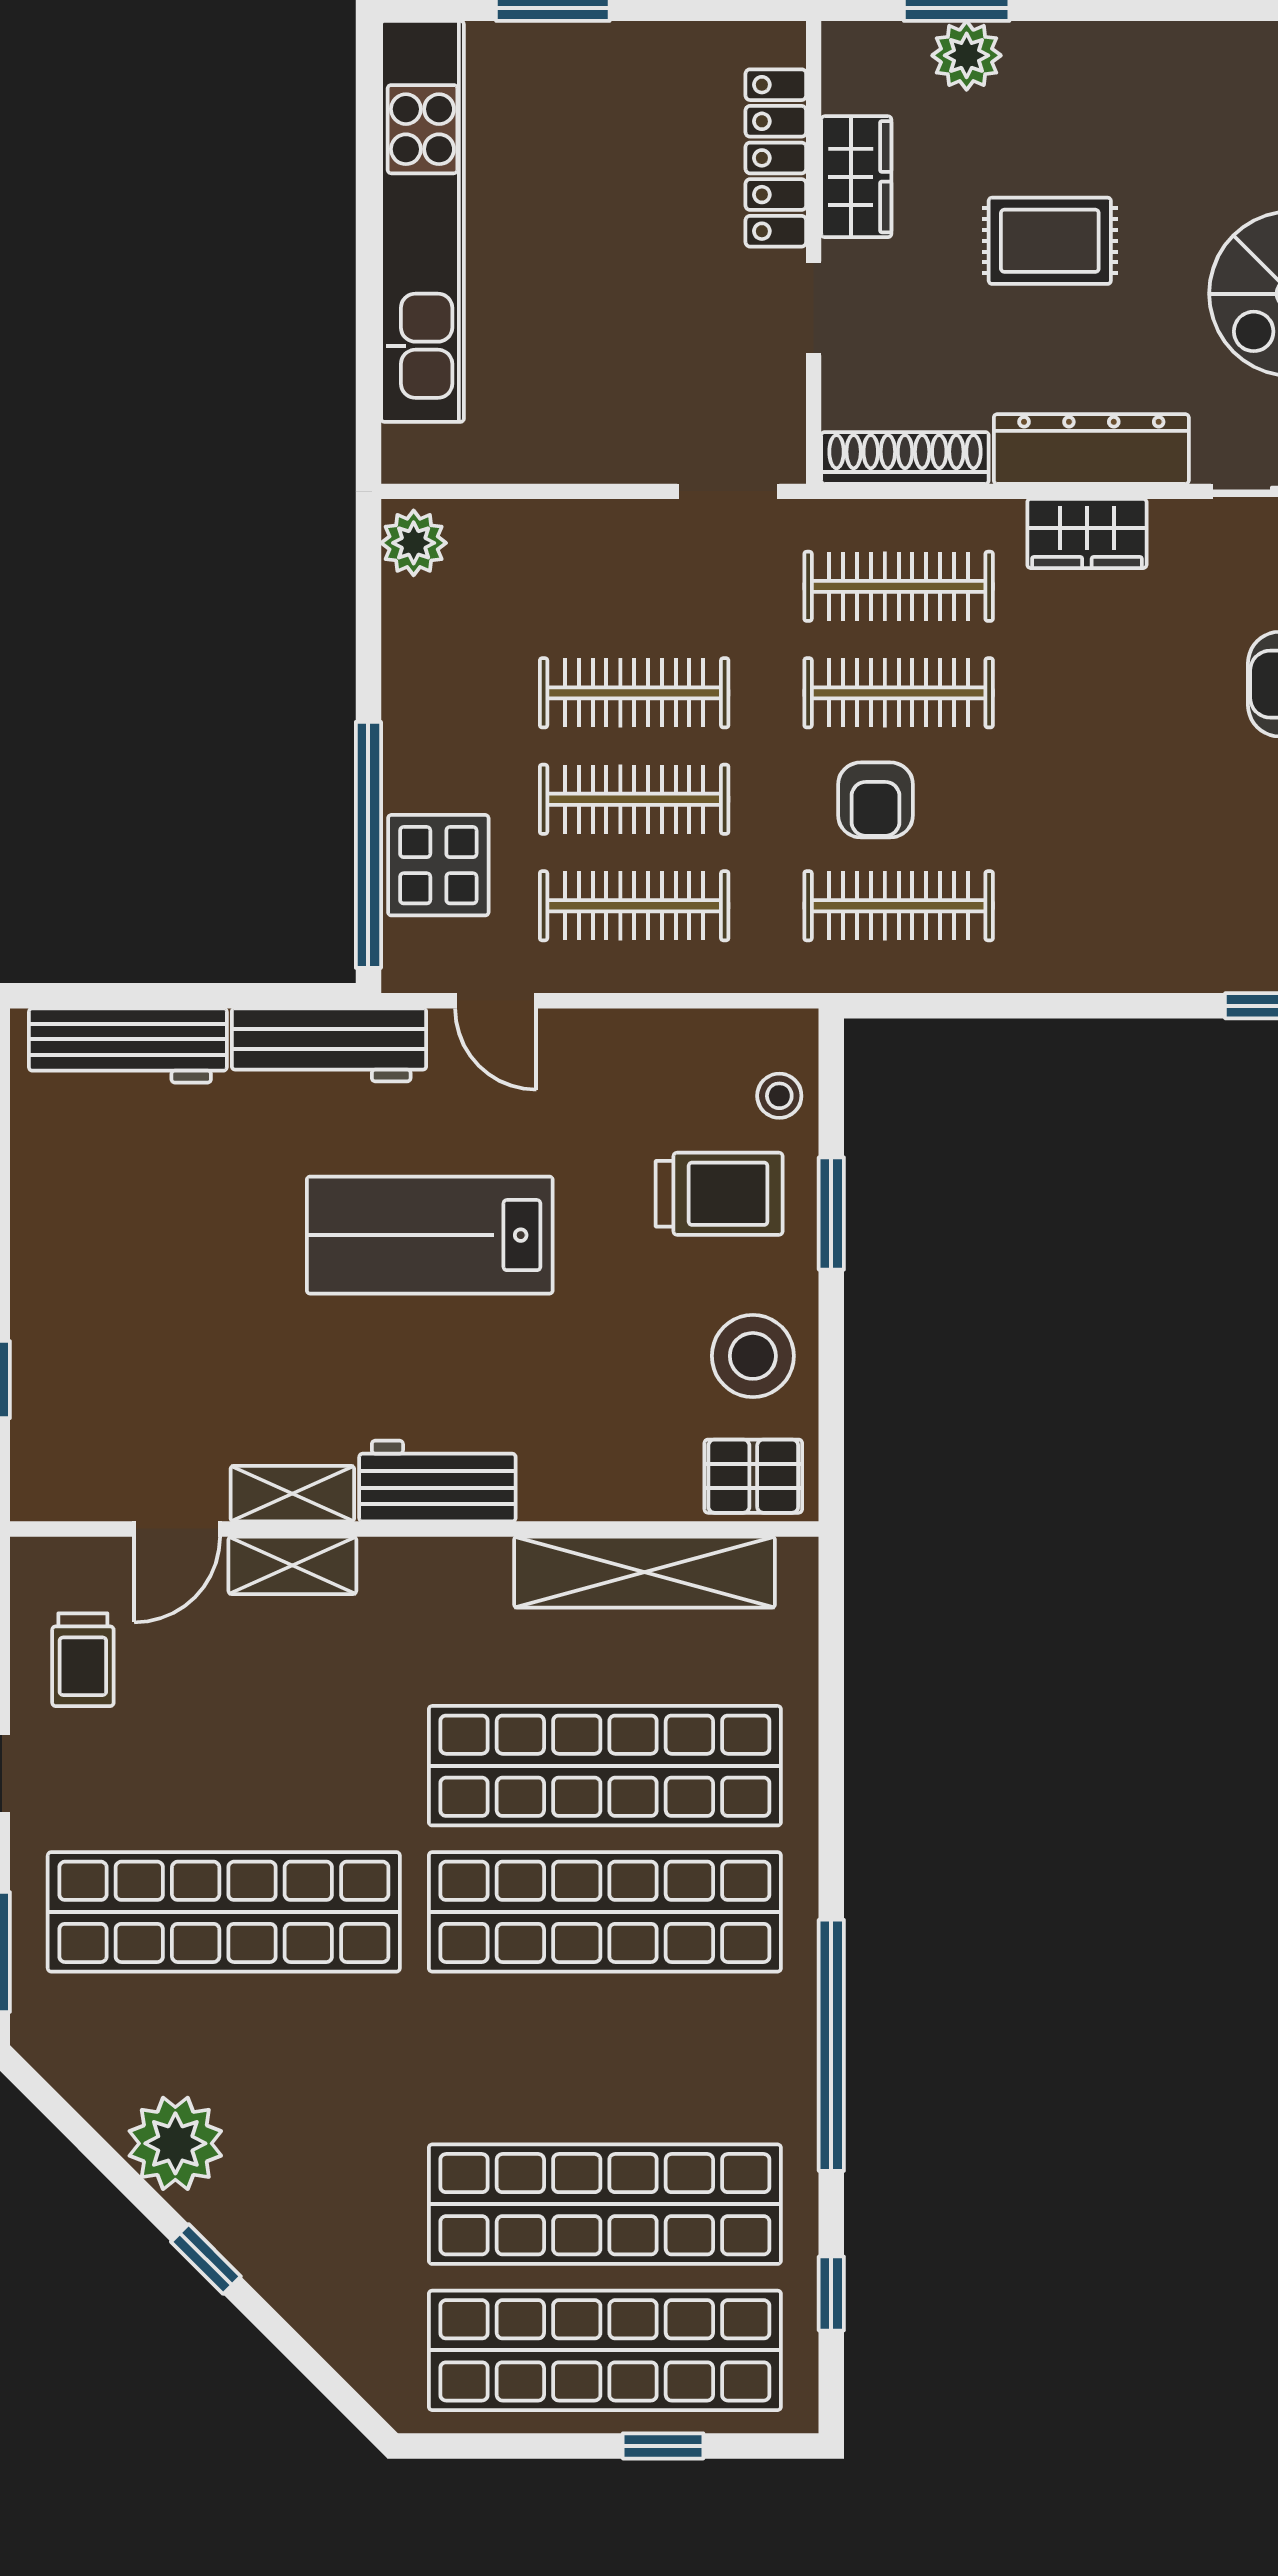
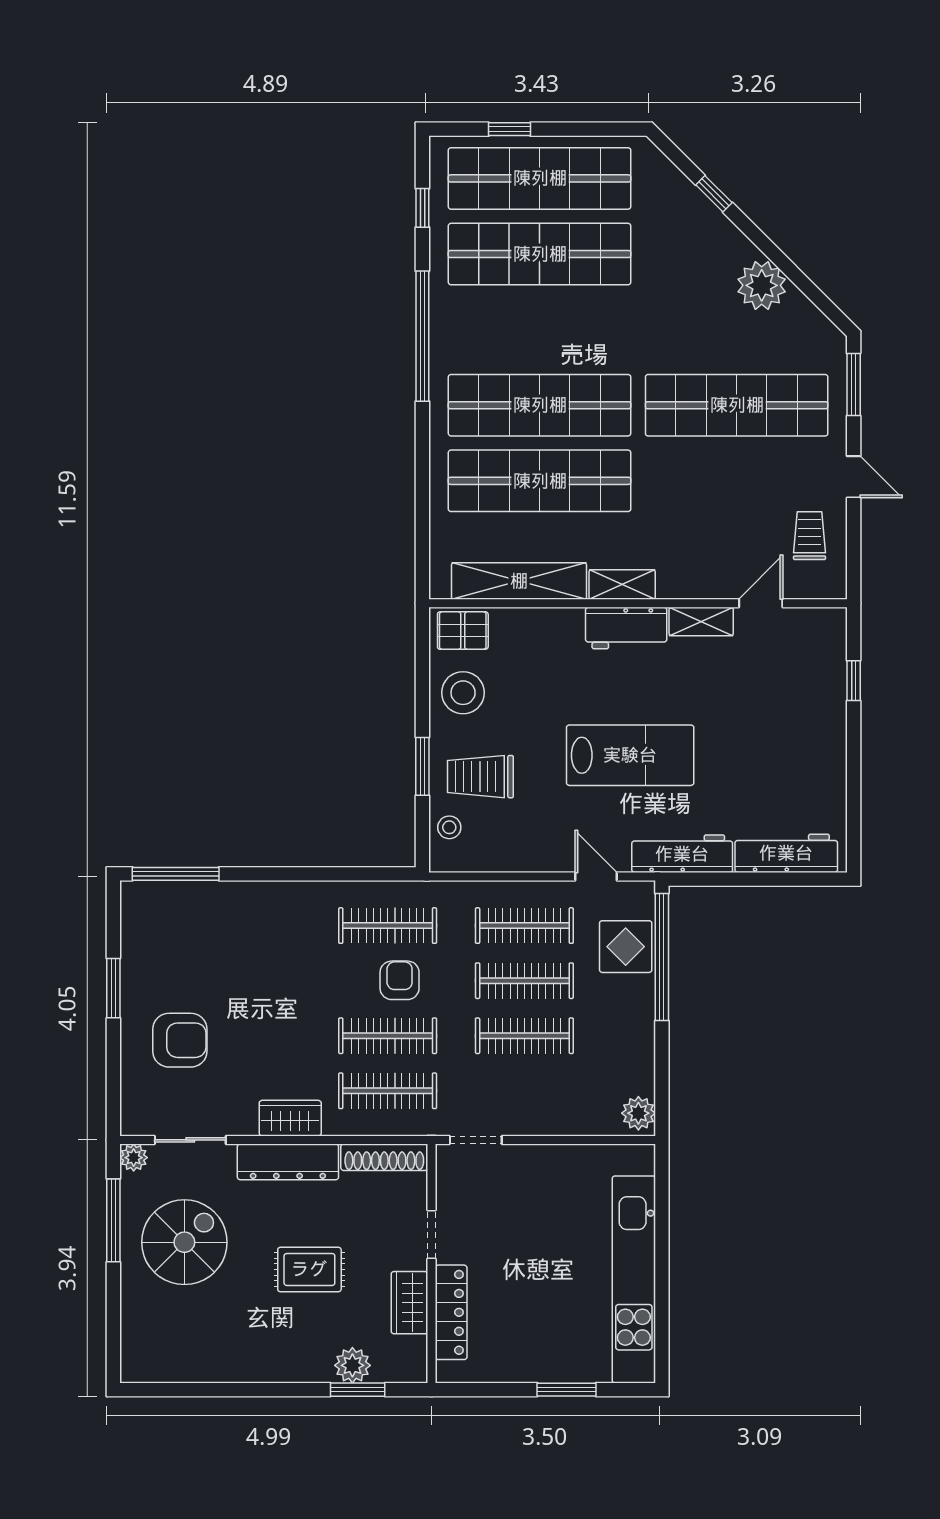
shelving: (292, 1565) -> (622, 584), moved
window: (206, 2259) -> (714, 194), moved

